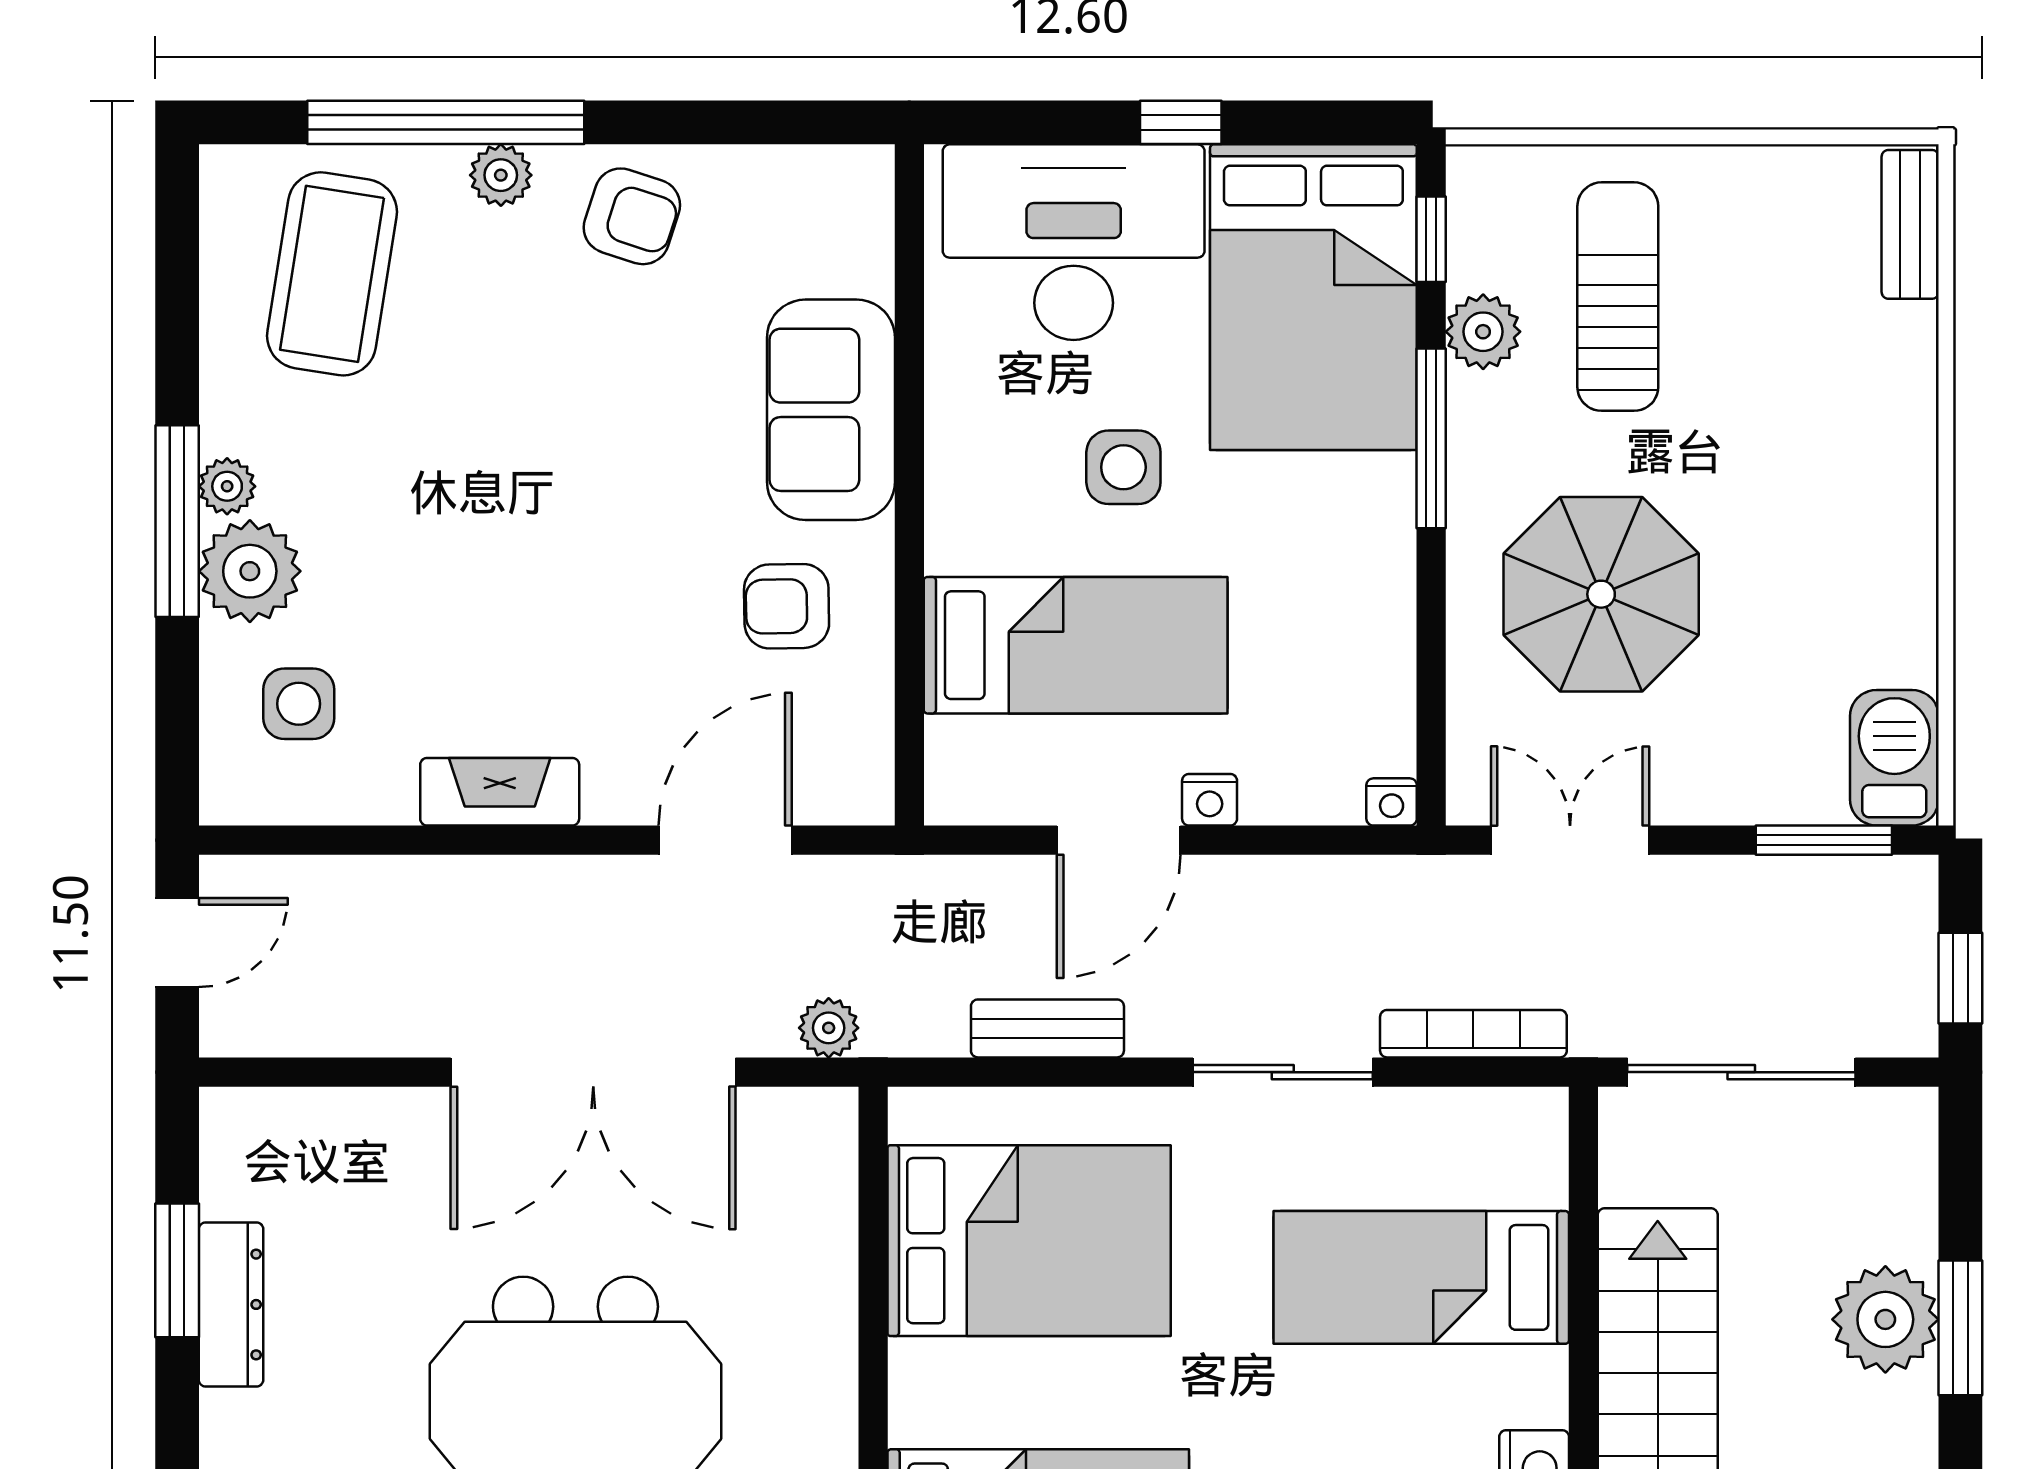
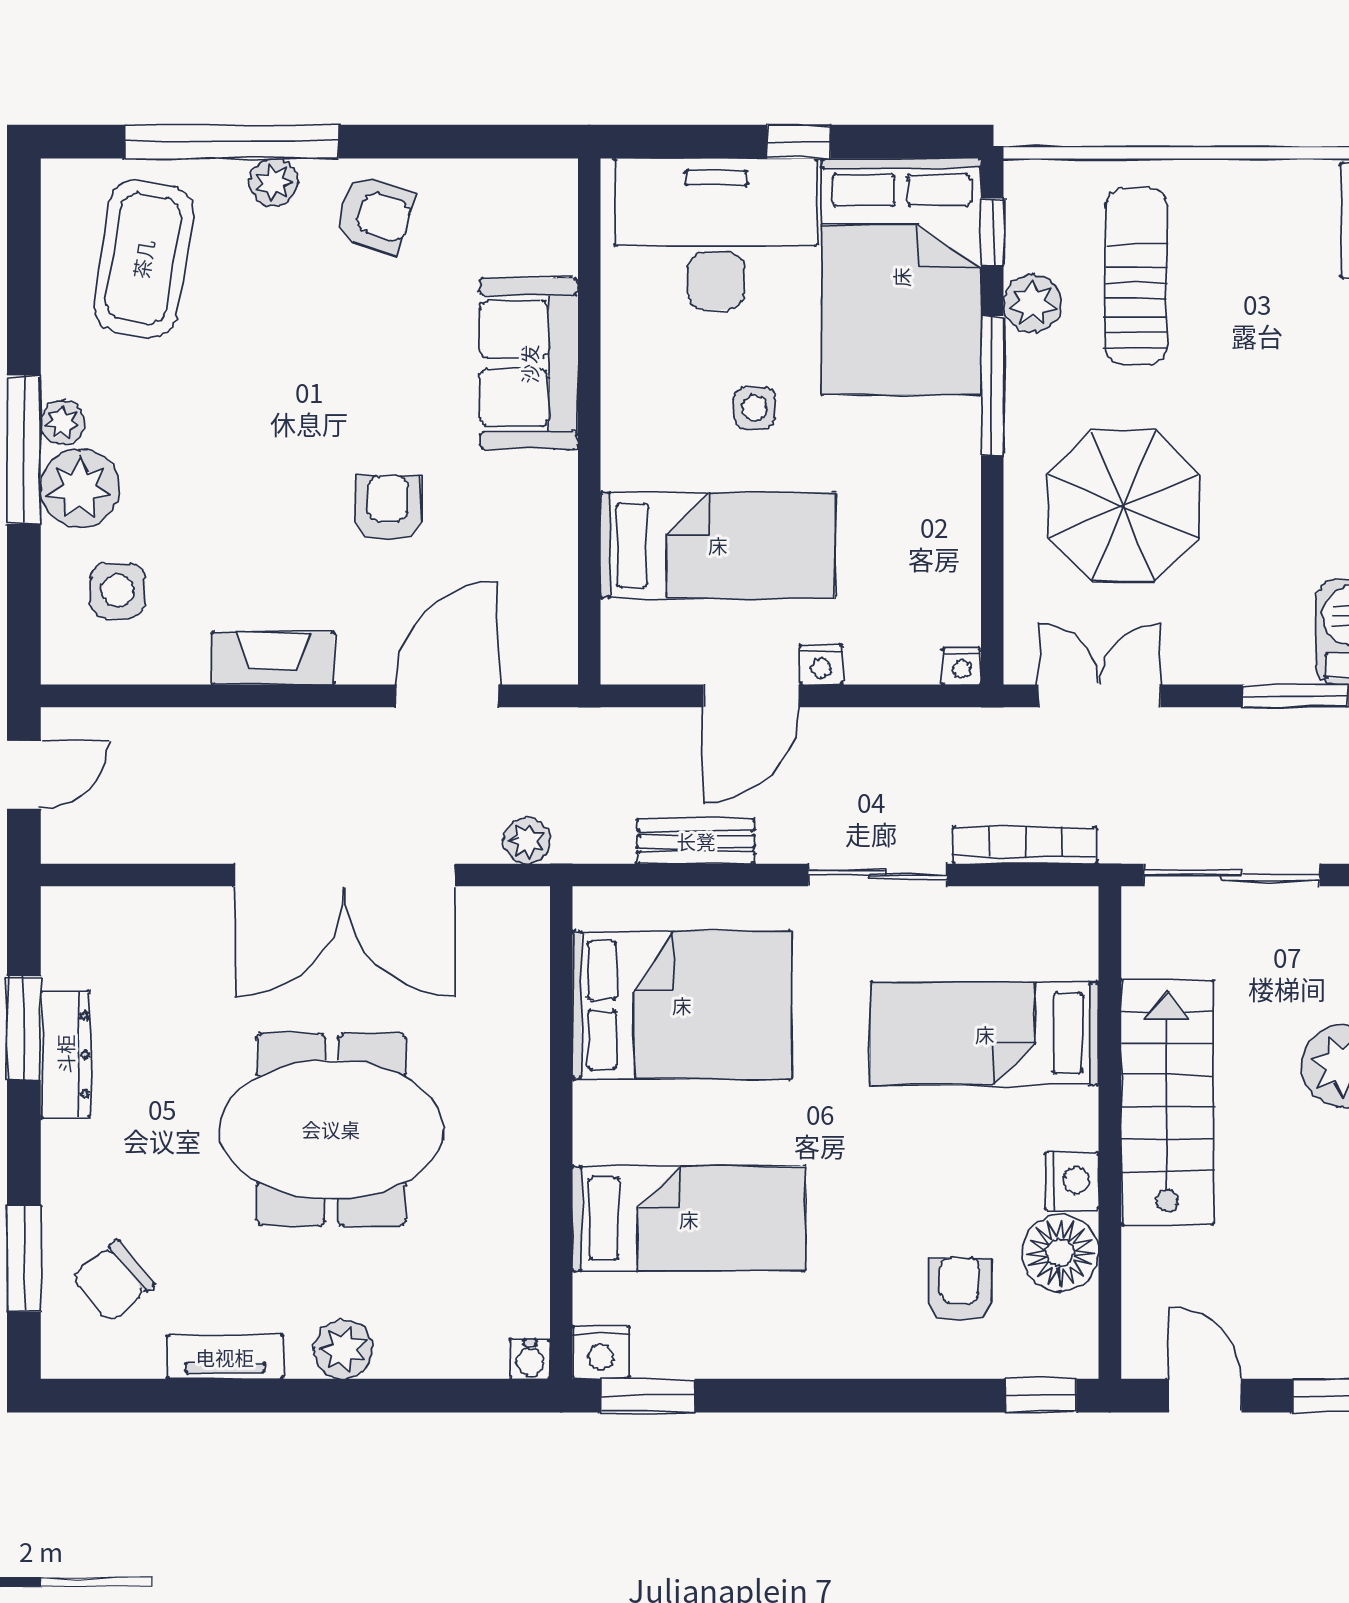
side table: (1123, 467) -> (755, 408), width x0.73, depth x0.73
armchair: (787, 606) -> (388, 508), moved, turned 91

